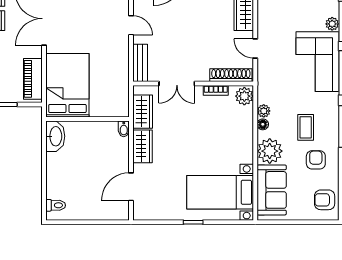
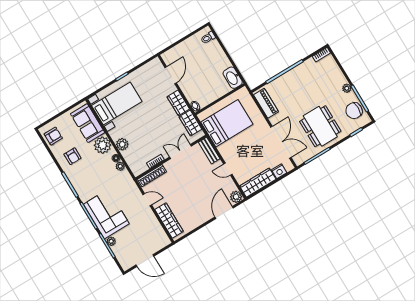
bed: (67, 85) -> (227, 123), moved, turned -90
plant: (244, 96) -> (122, 144), moved
coffee table: (306, 127) -> (90, 172), removed

